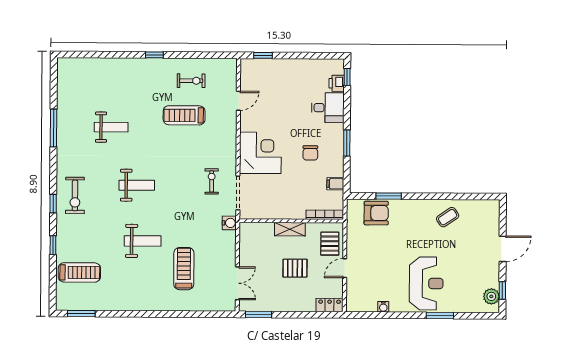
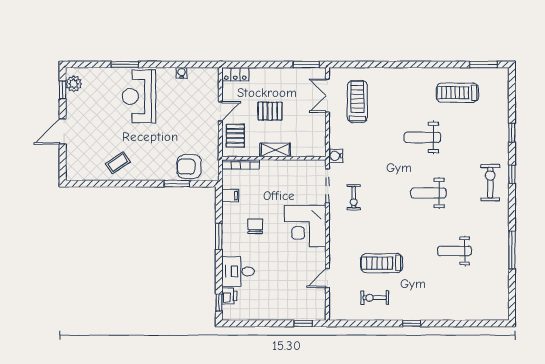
treadmill: (184, 115) -> (382, 263), turned 180
treadmill: (184, 269) -> (357, 102), moved, turned 180
treadmill: (79, 272) -> (457, 93), moved

